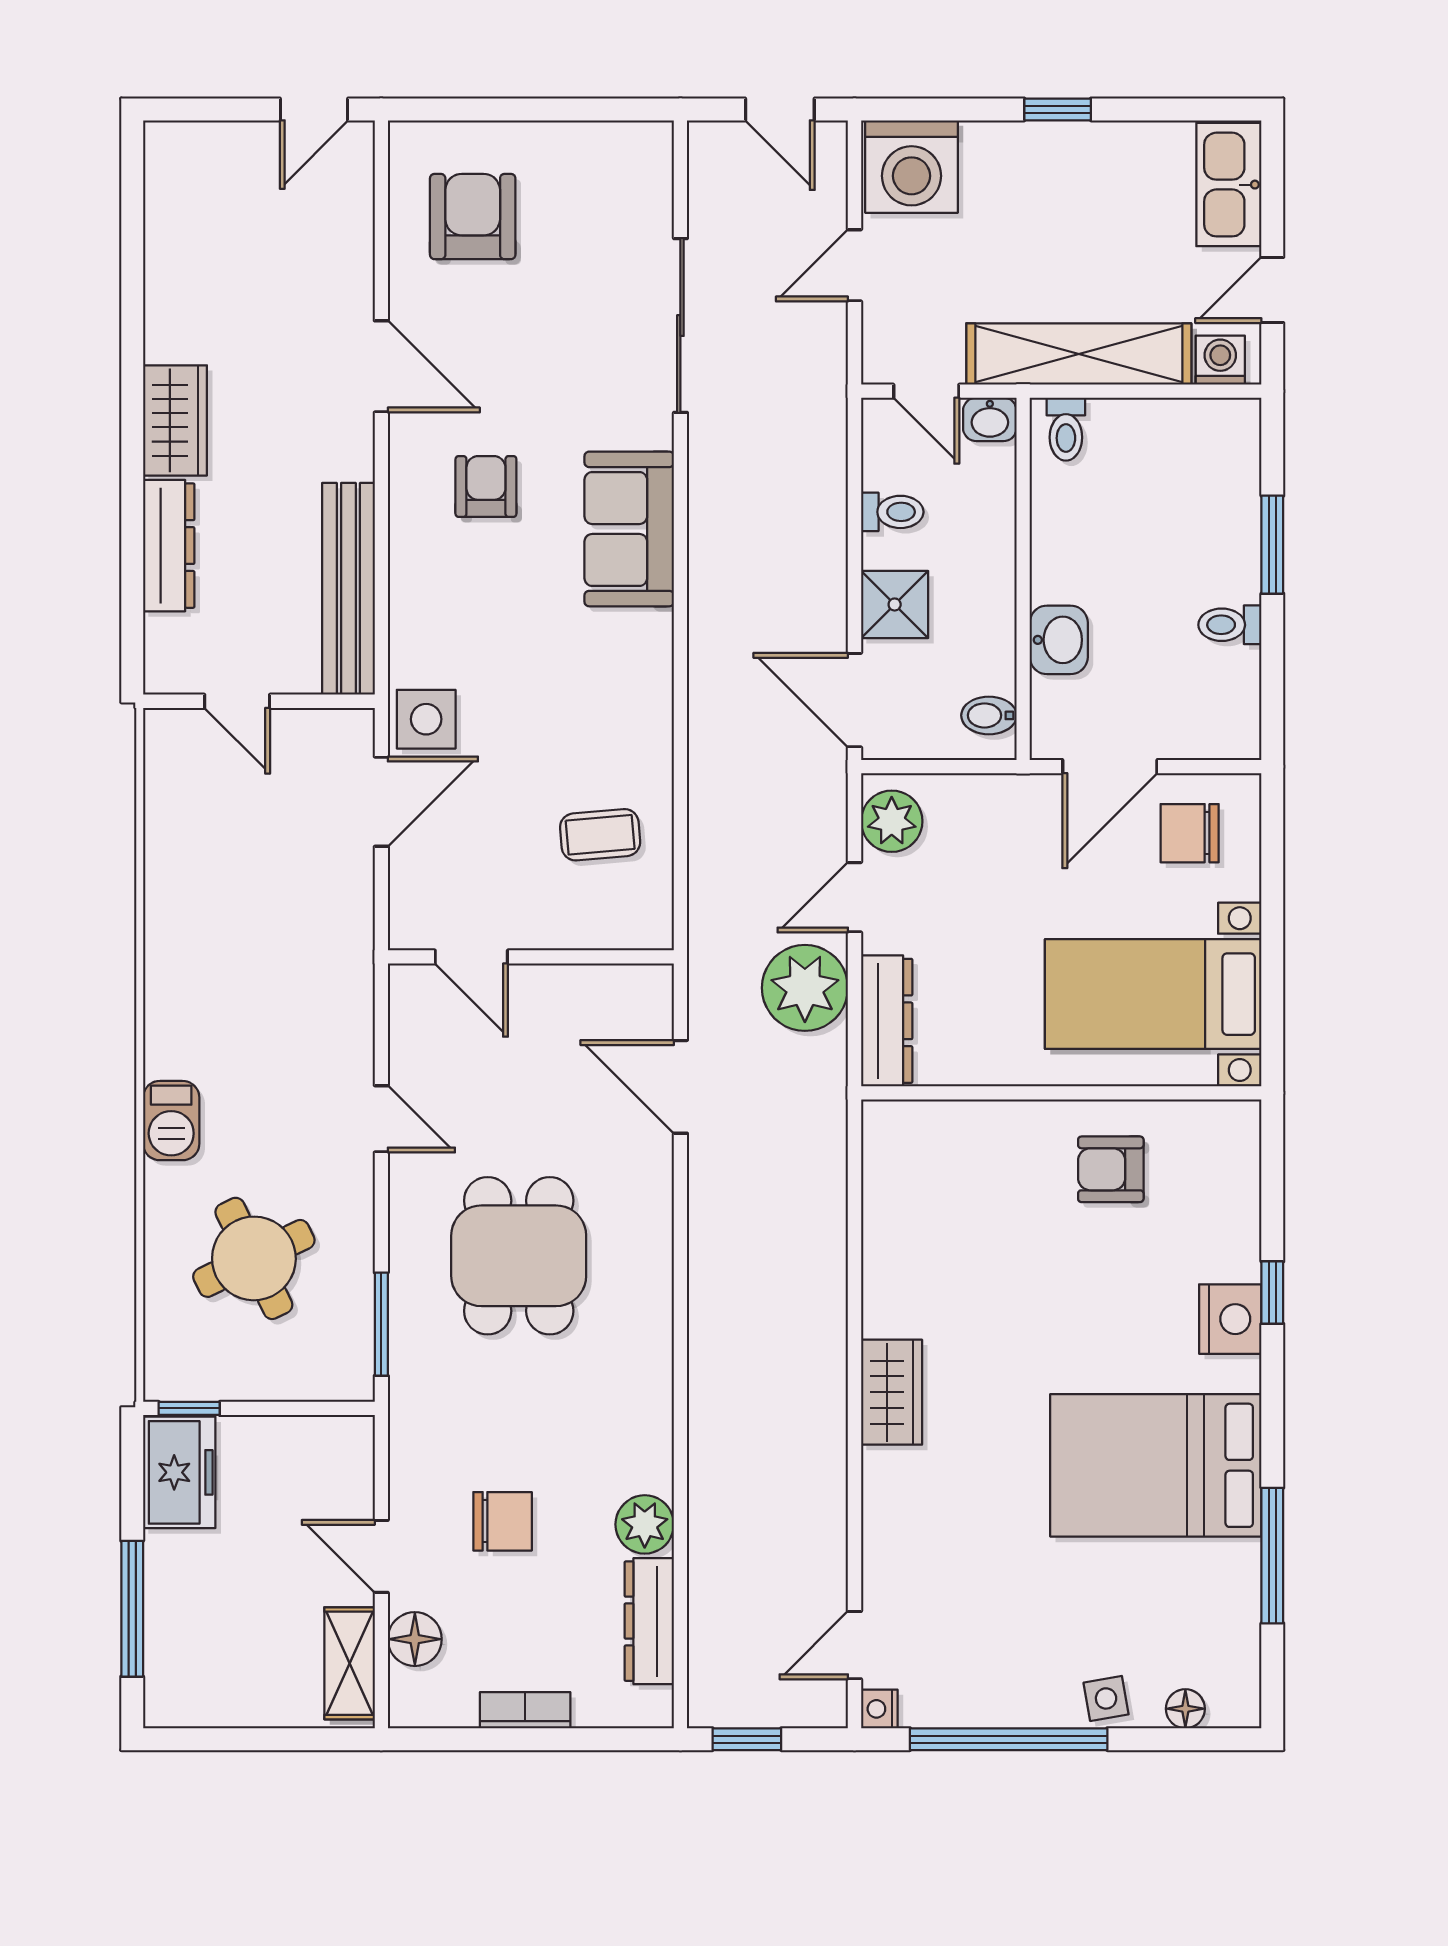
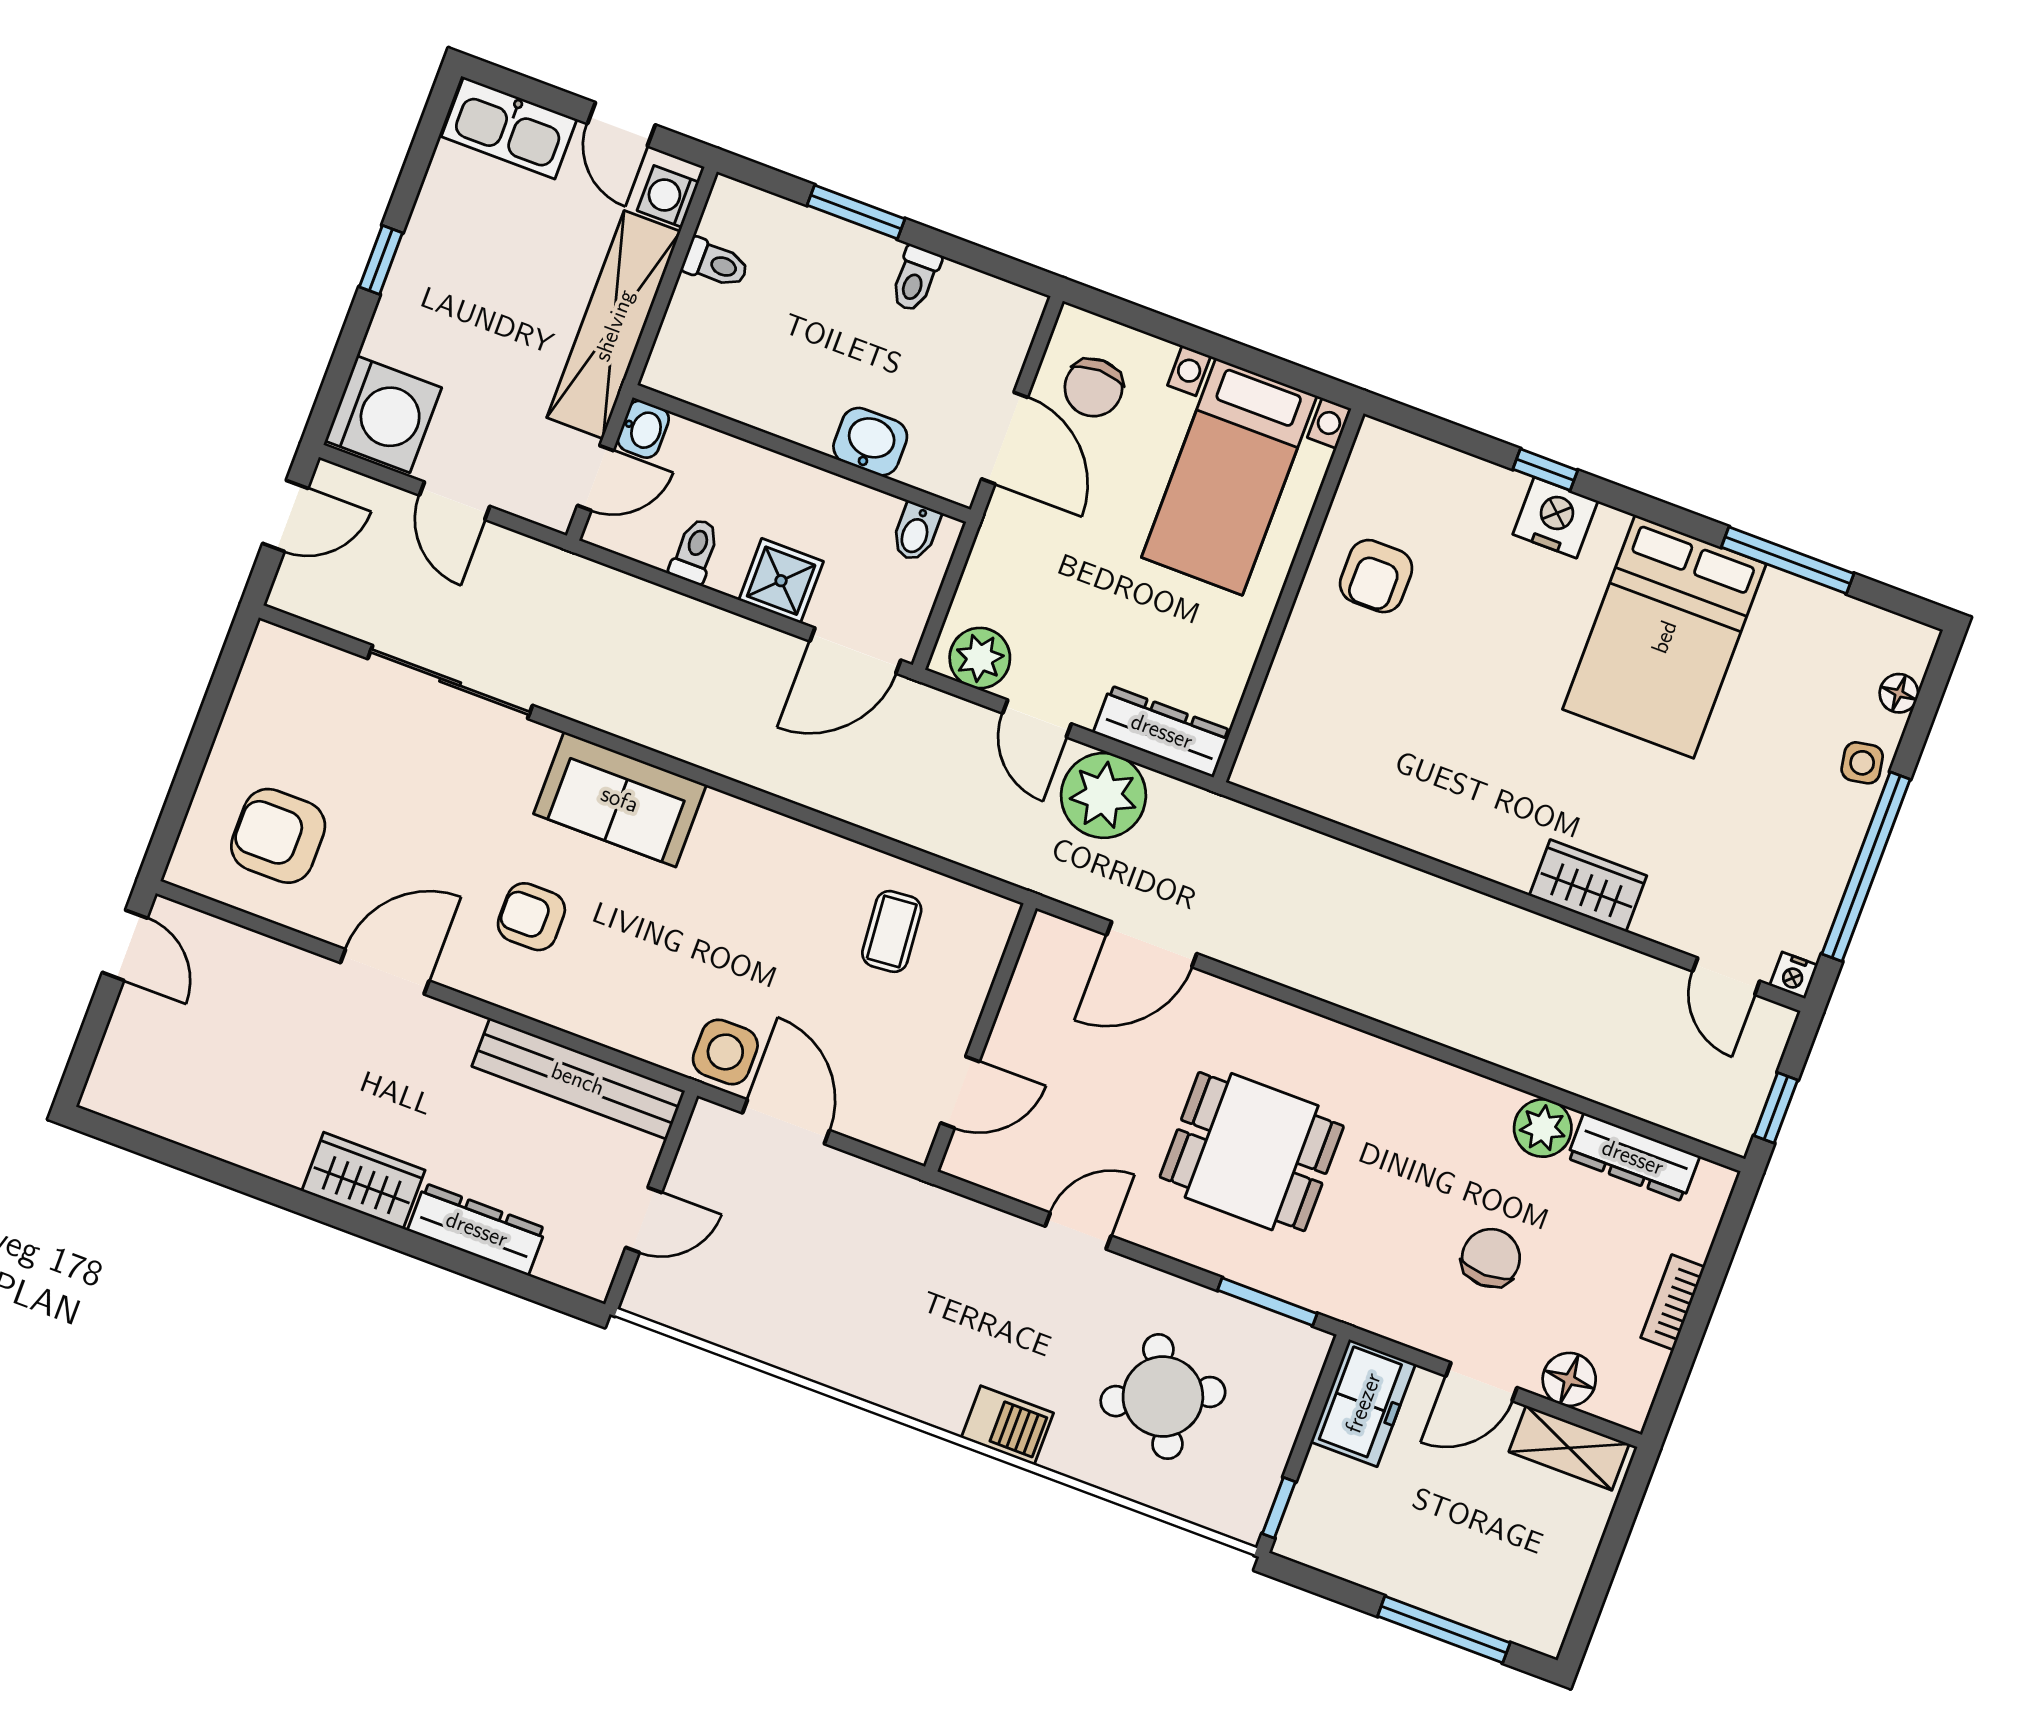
toilet: (1066, 429) -> (716, 263), moved
wardrobe: (892, 1392) -> (1588, 886), moved
freezer: (179, 1472) -> (1363, 1403), moved, turned 90

